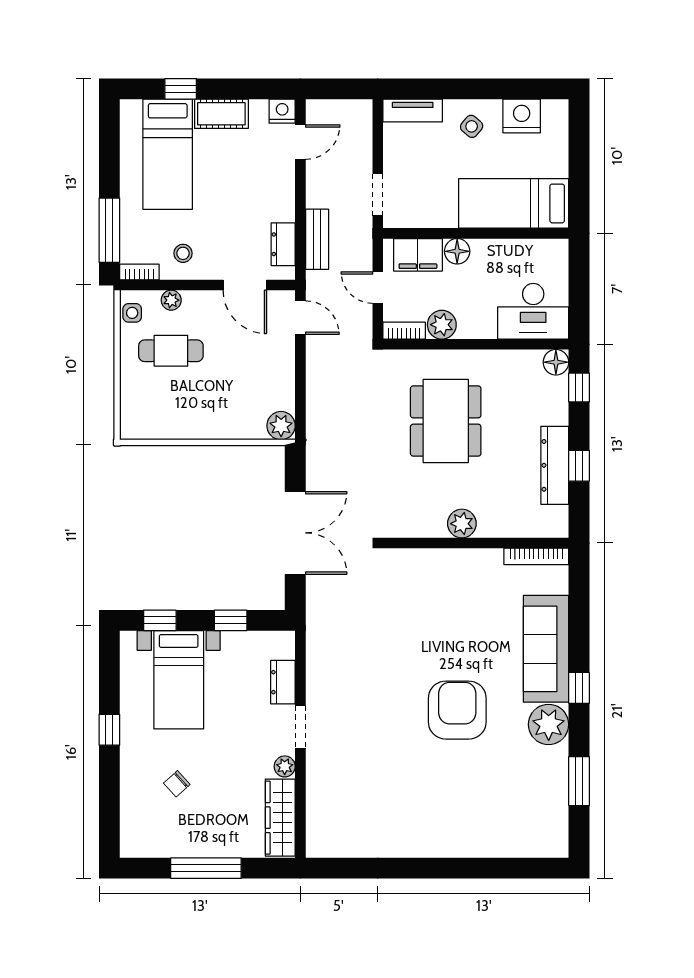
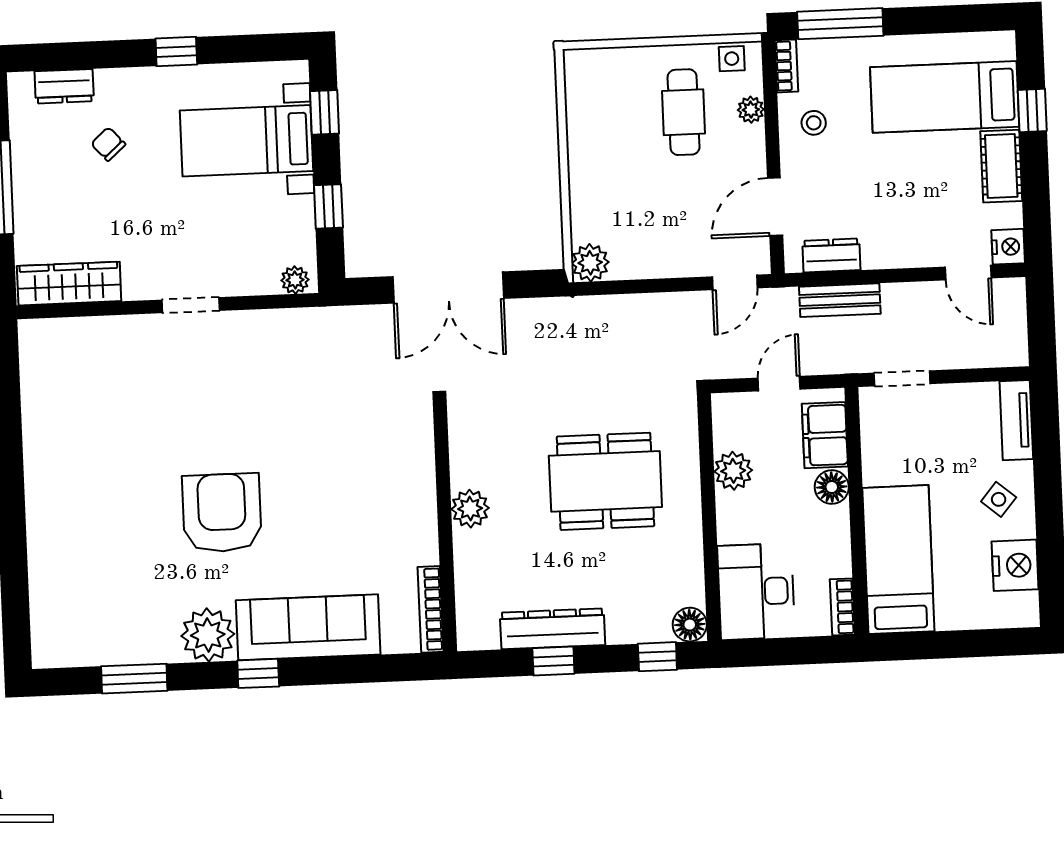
bookcase: (404, 331) -> (842, 607), moved, turned 180
dresser: (283, 682) -> (64, 86), moved, turned 180
armchair: (457, 710) -> (222, 513), turned -90
plant: (285, 766) -> (295, 280), moved

